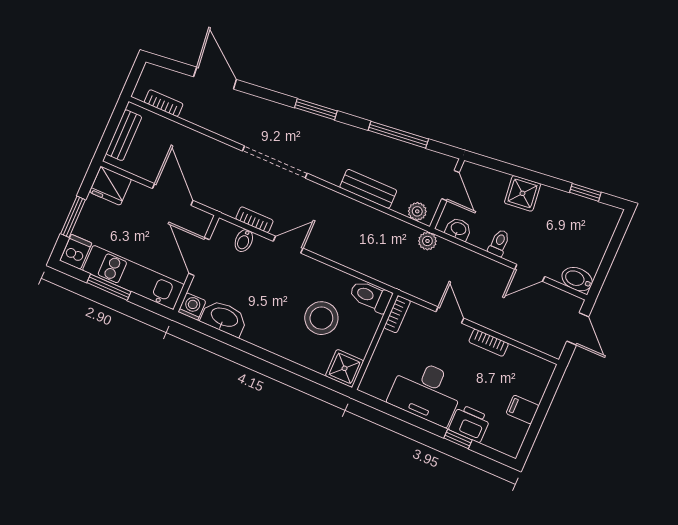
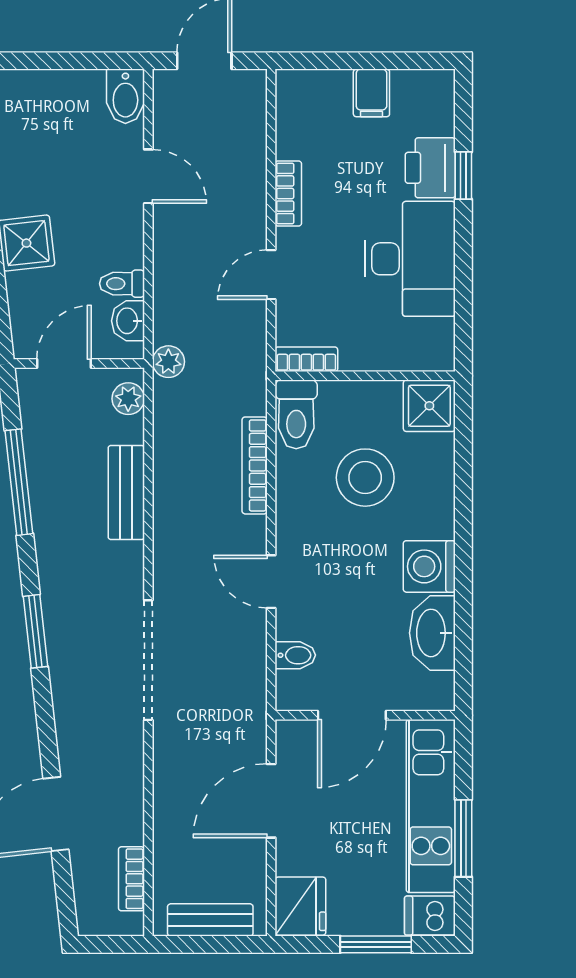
bookcase: (254, 220) -> (255, 465), moved, width x1.56
toilet: (499, 243) -> (122, 284), moved
washing machine: (192, 306) -> (429, 566), moved, width x1.38, depth x1.38

